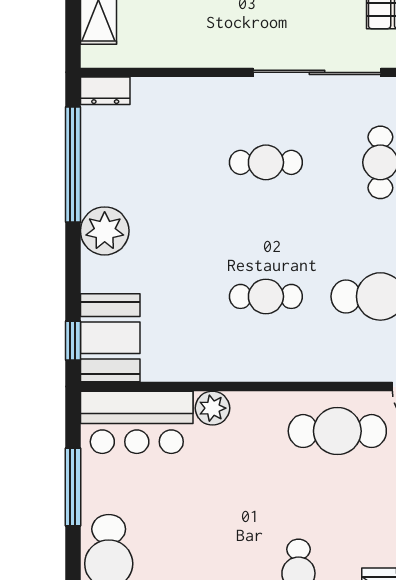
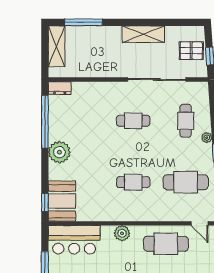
plant: (212, 408) -> (122, 233), moved

